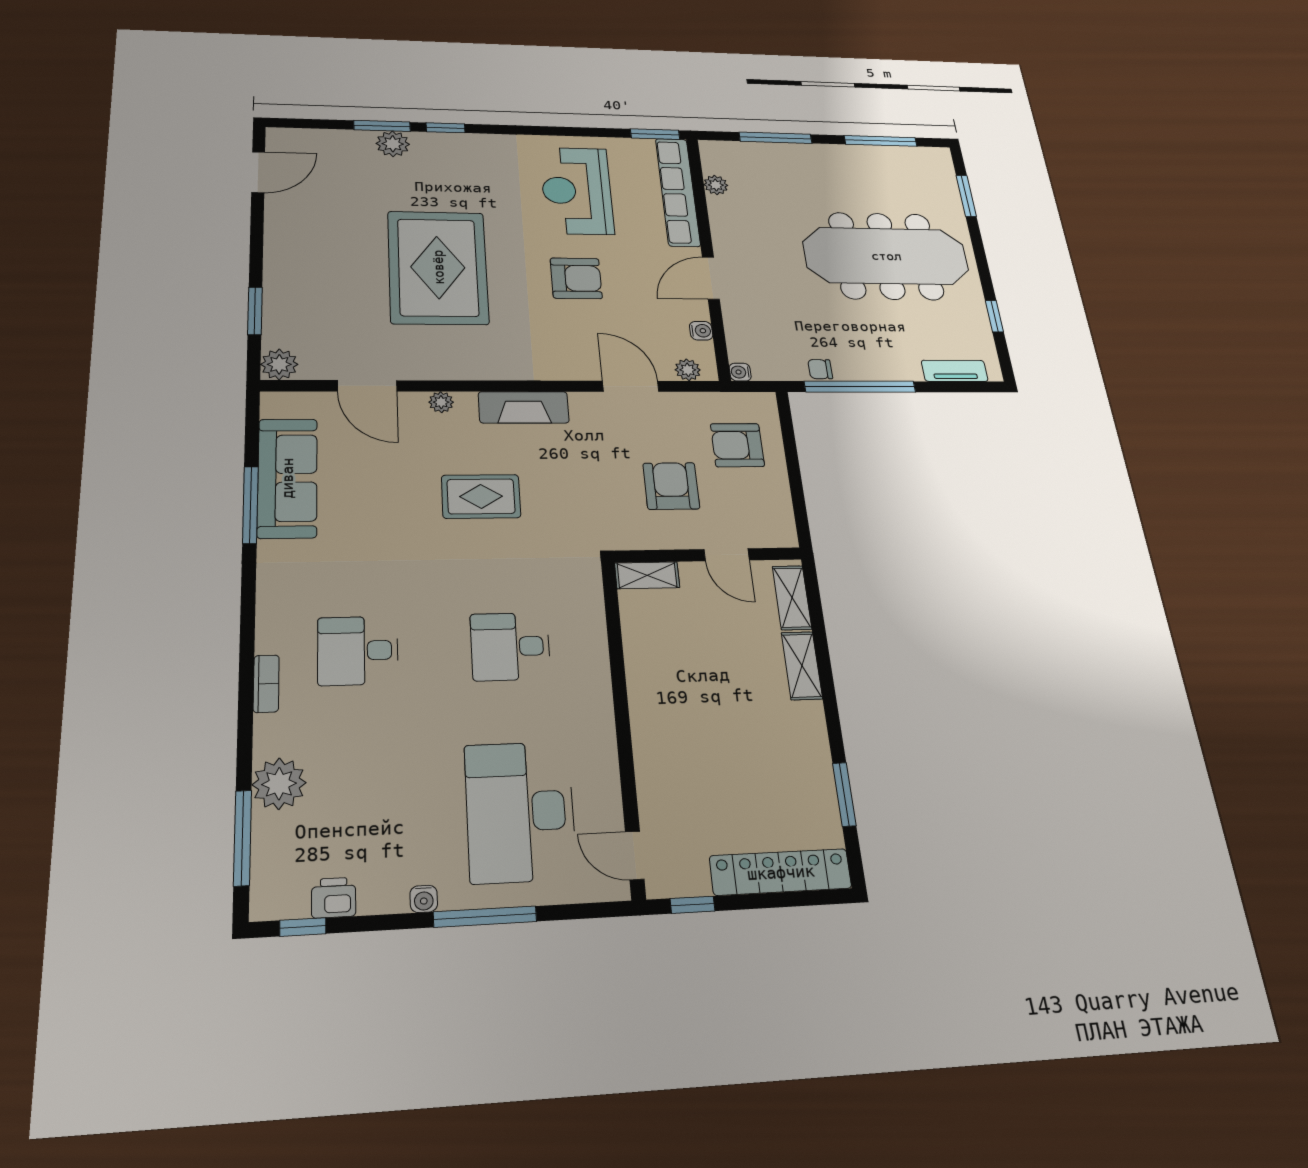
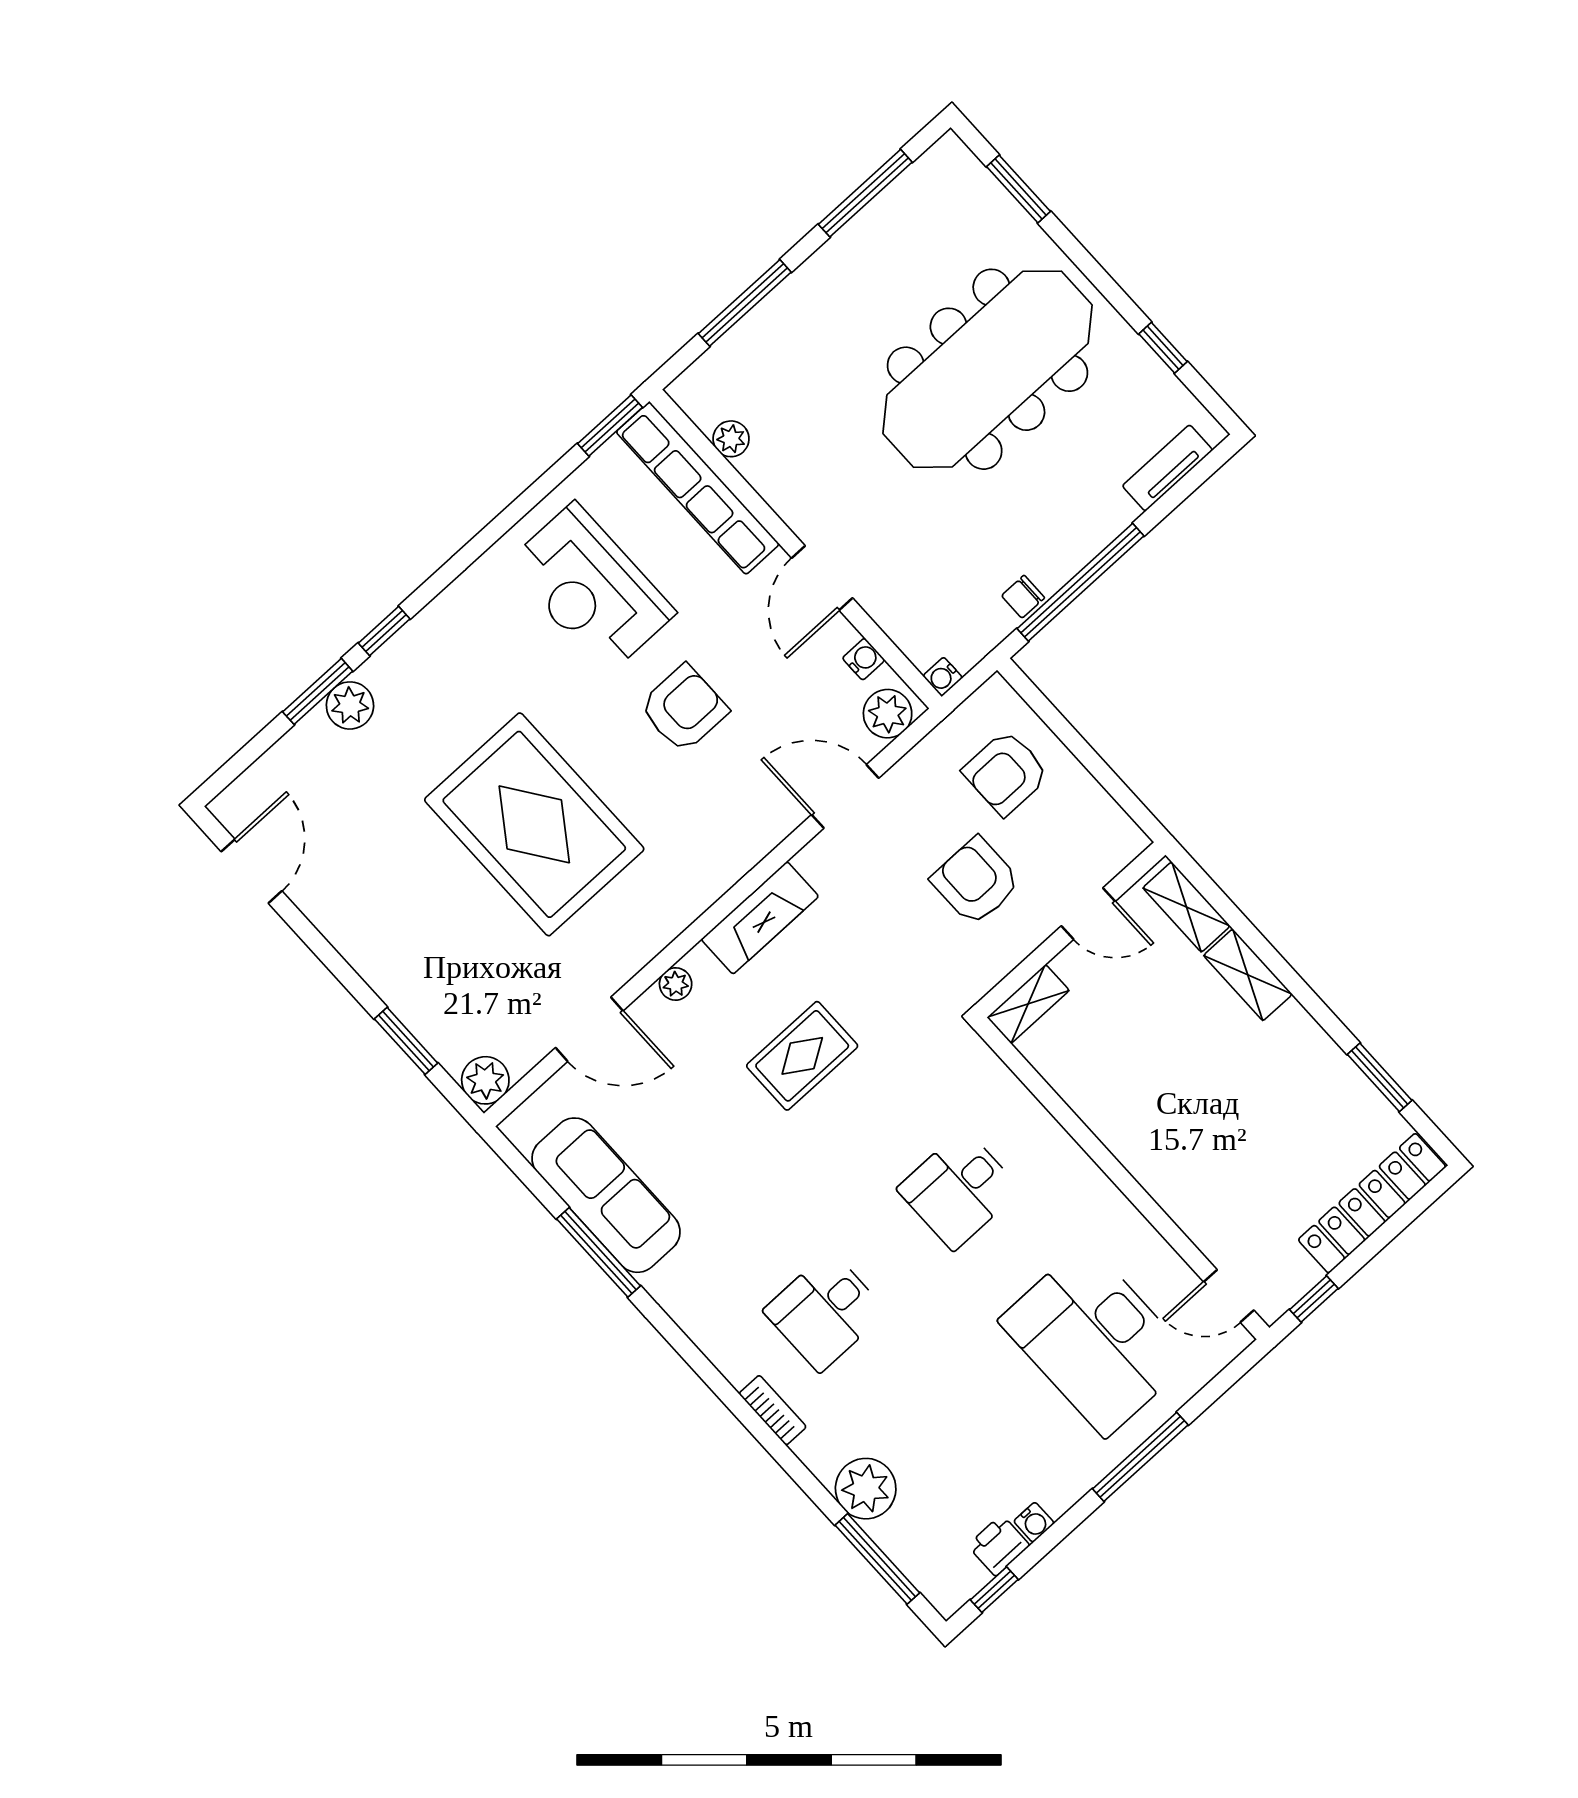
plant: (688, 370) -> (888, 714), width x1.38, depth x1.38
water cooler: (424, 899) -> (1034, 1522), moved

